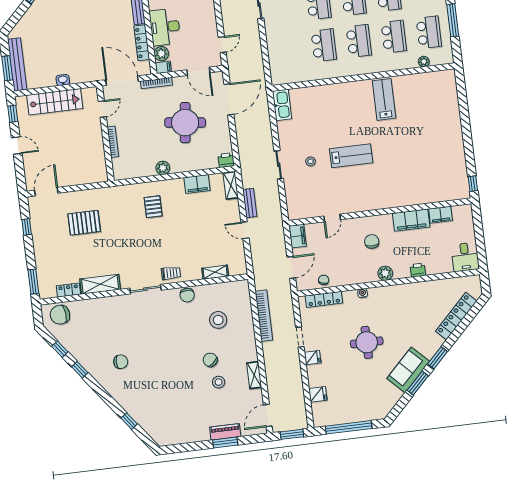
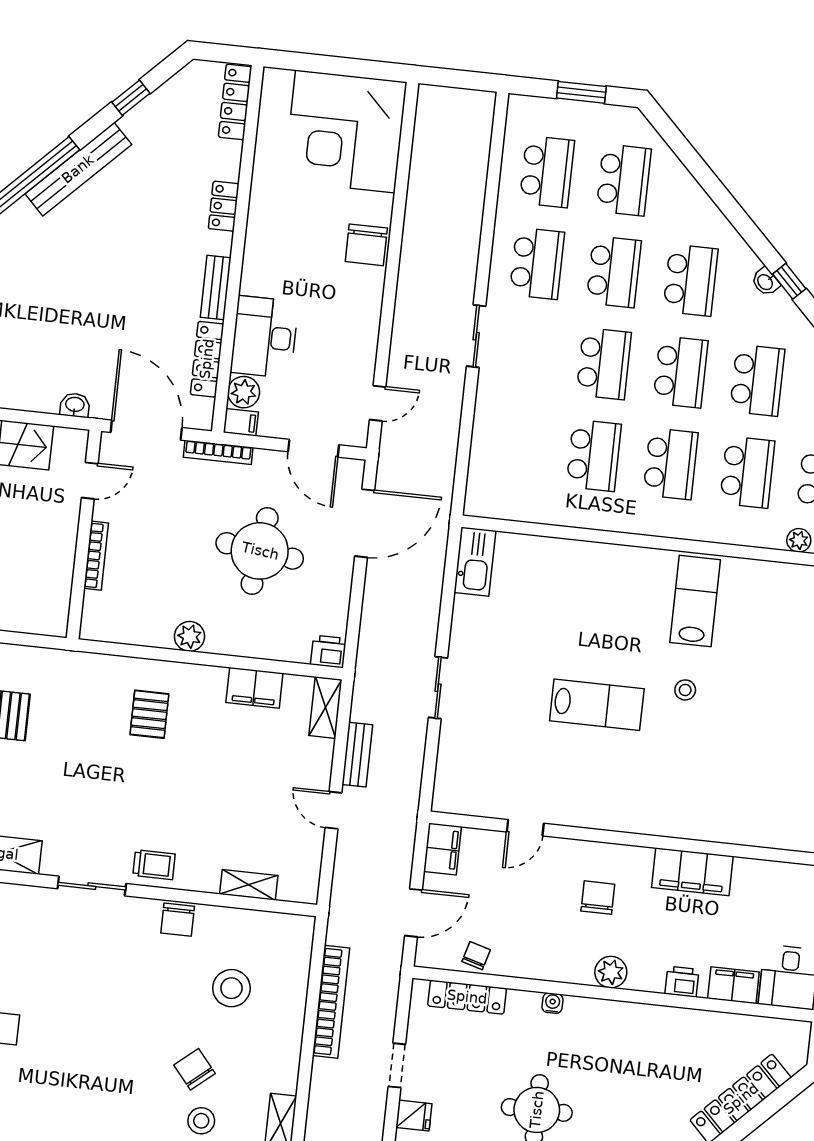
washbasin: (63, 80) -> (75, 405), moved
stool: (311, 161) -> (685, 690), moved
filing cabinet: (440, 215) -> (733, 985), moved, turned 180

